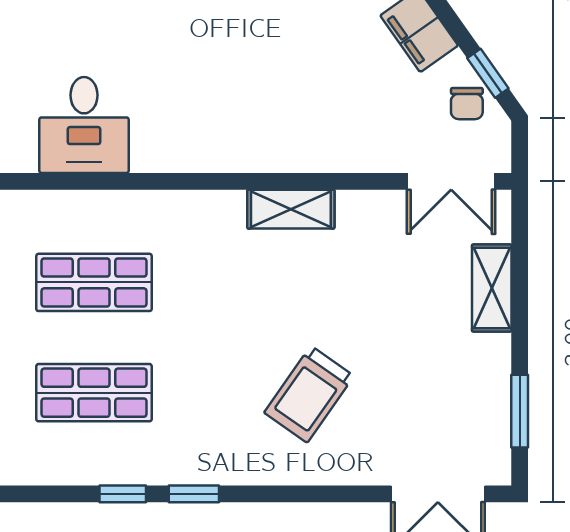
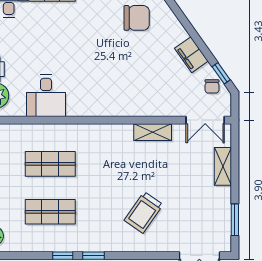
shelving: (291, 209) -> (153, 132), moved

